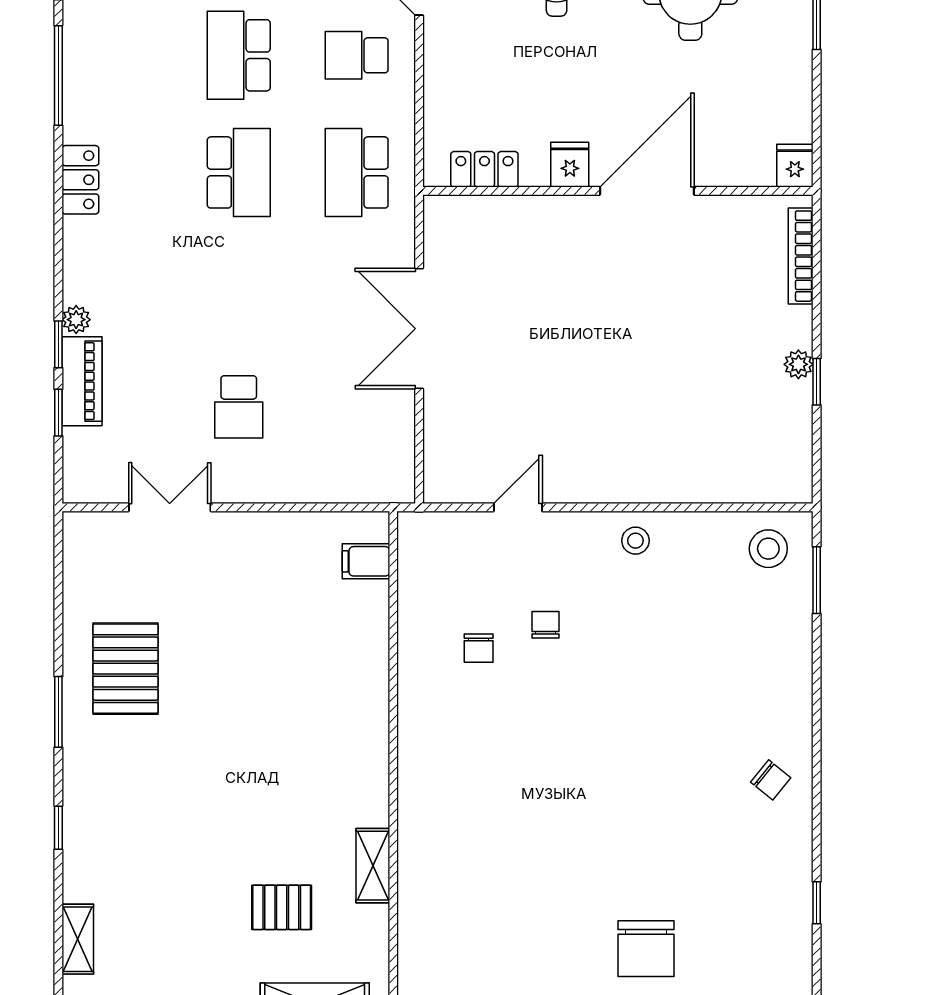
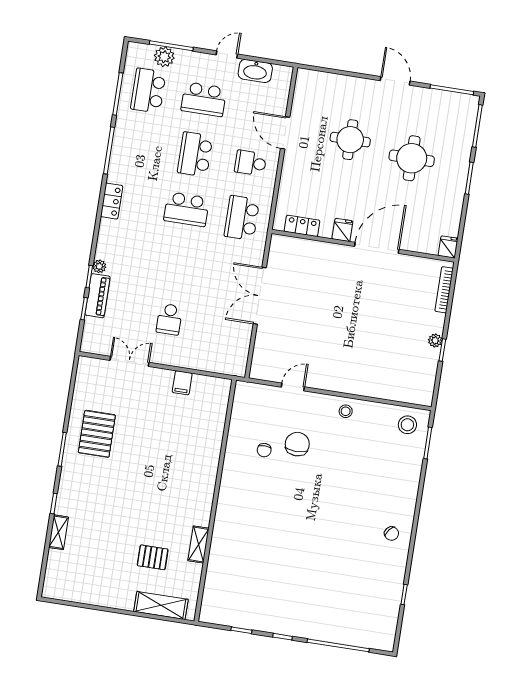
school desk: (239, 172) -> (186, 209), turned 90
filing cabinet: (366, 561) -> (182, 383), moved, turned -90
chair: (546, 625) -> (297, 444), width x1.87, depth x1.87
shelving: (78, 939) -> (58, 532), moved
chair: (646, 949) -> (321, 604), removed

